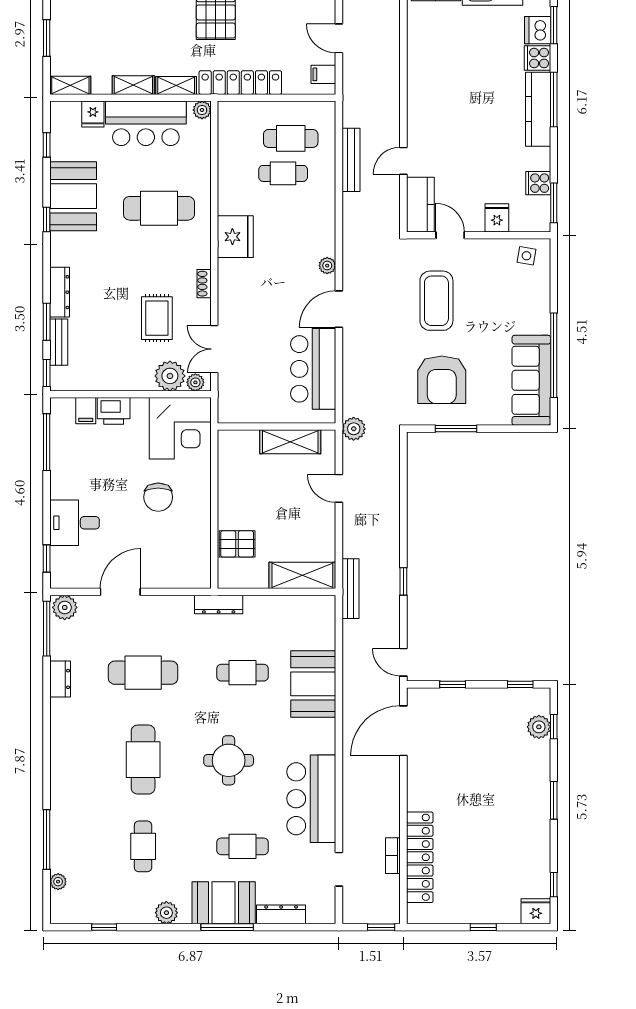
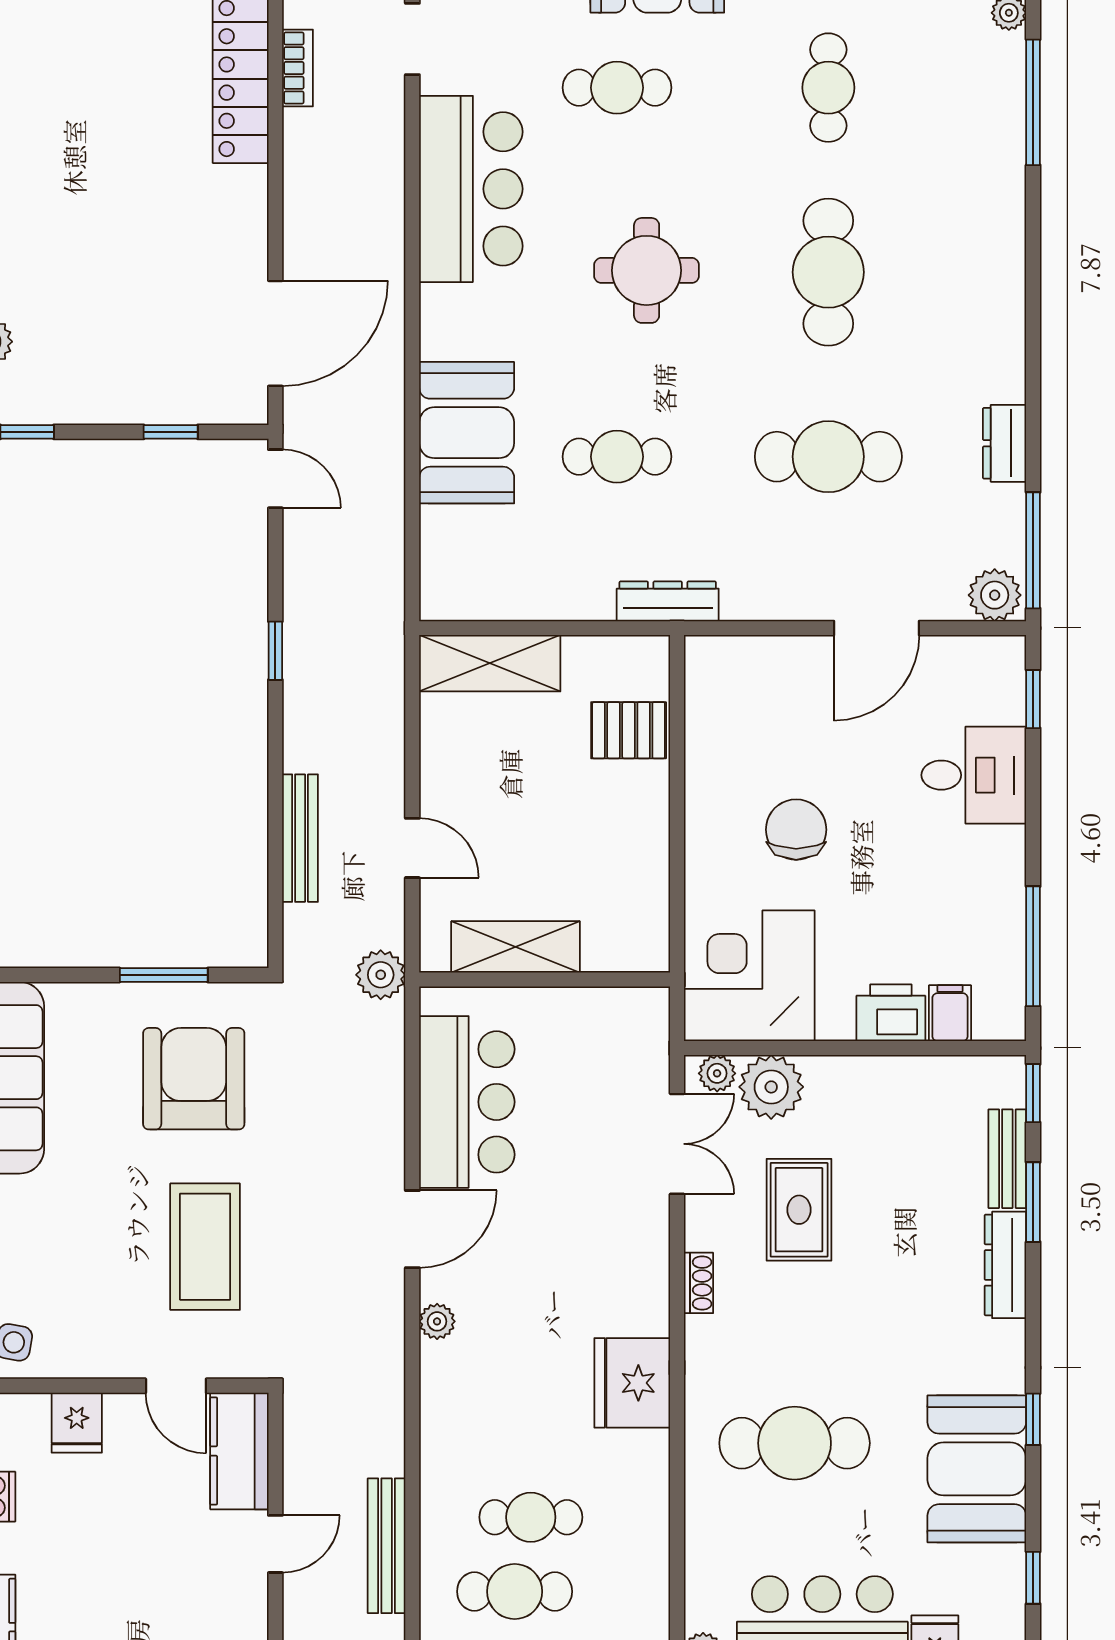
bench: (351, 589) -> (300, 838), moved

